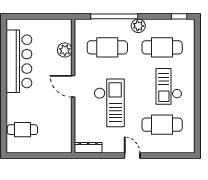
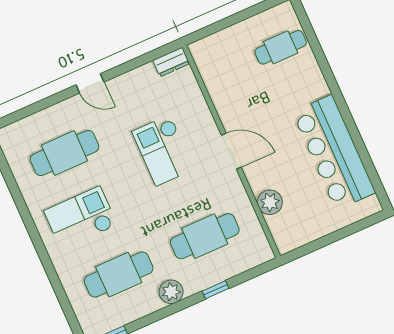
window: (114, 16) -> (215, 290), width x0.32
checkout: (169, 86) -> (81, 218), turned -90
checkout: (109, 103) -> (163, 150), width x0.73, depth x0.83
dresser: (88, 148) -> (171, 62), width x0.70

